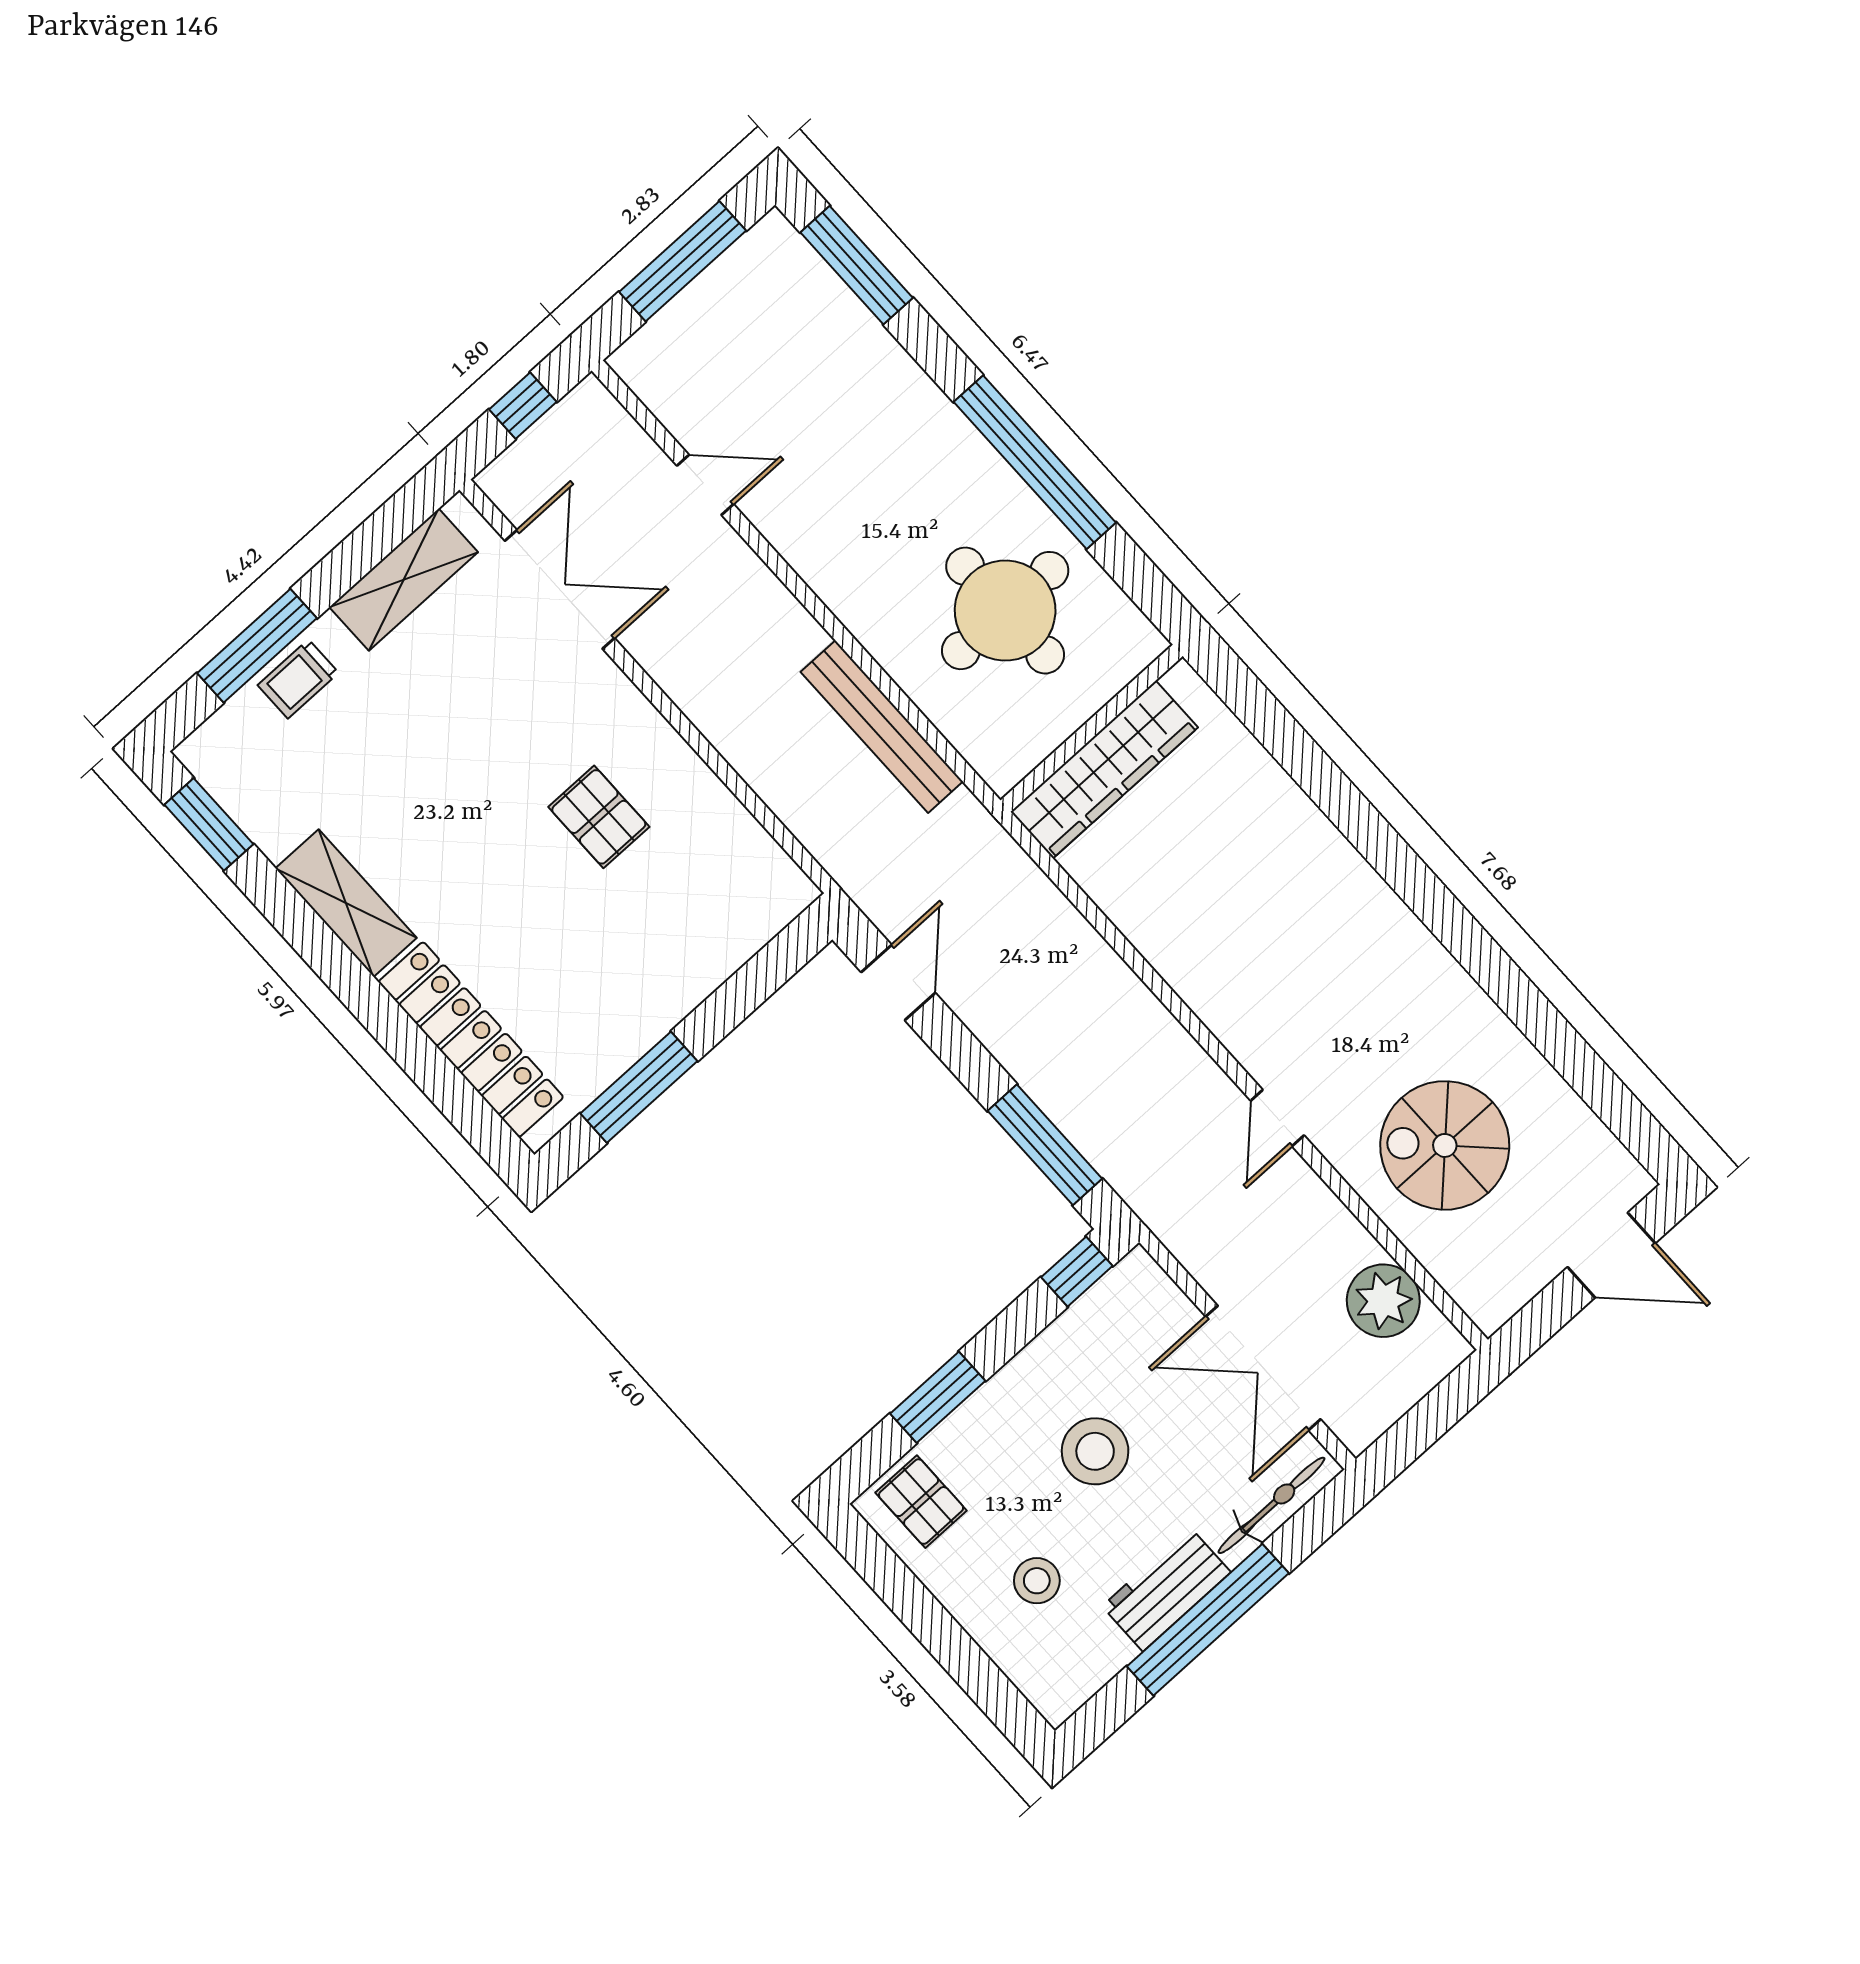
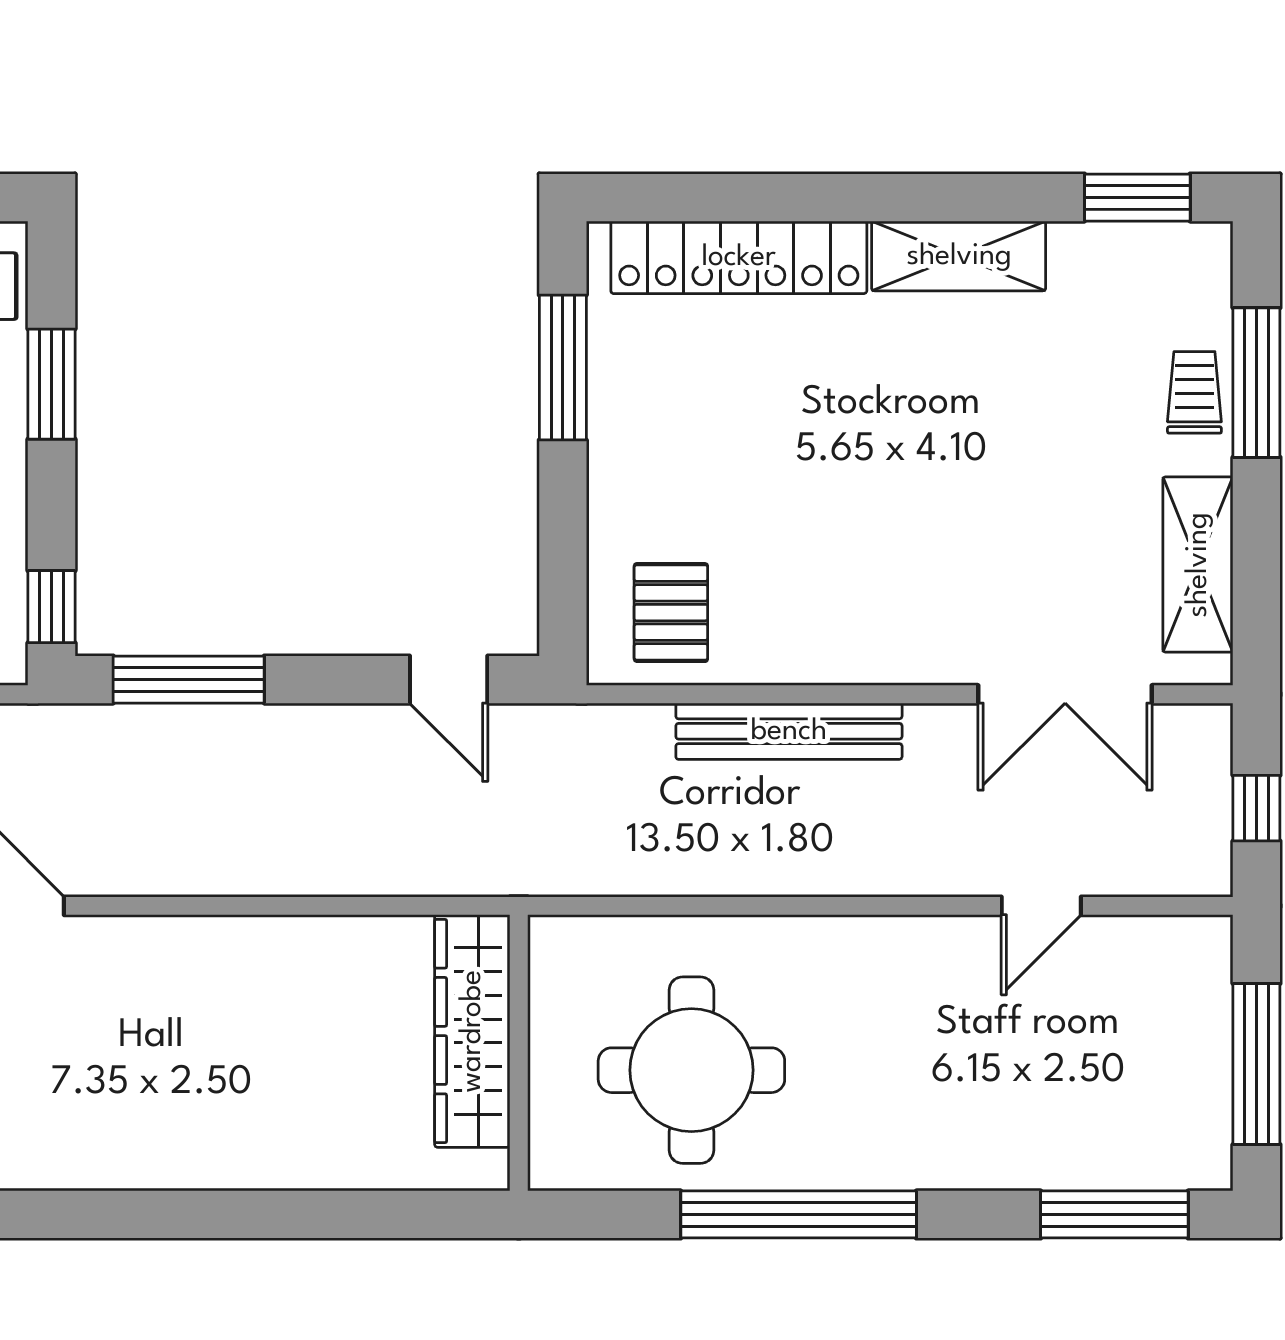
bench: (882, 727) -> (789, 731), moved
pallet: (599, 817) -> (671, 613), moved, turned 90

